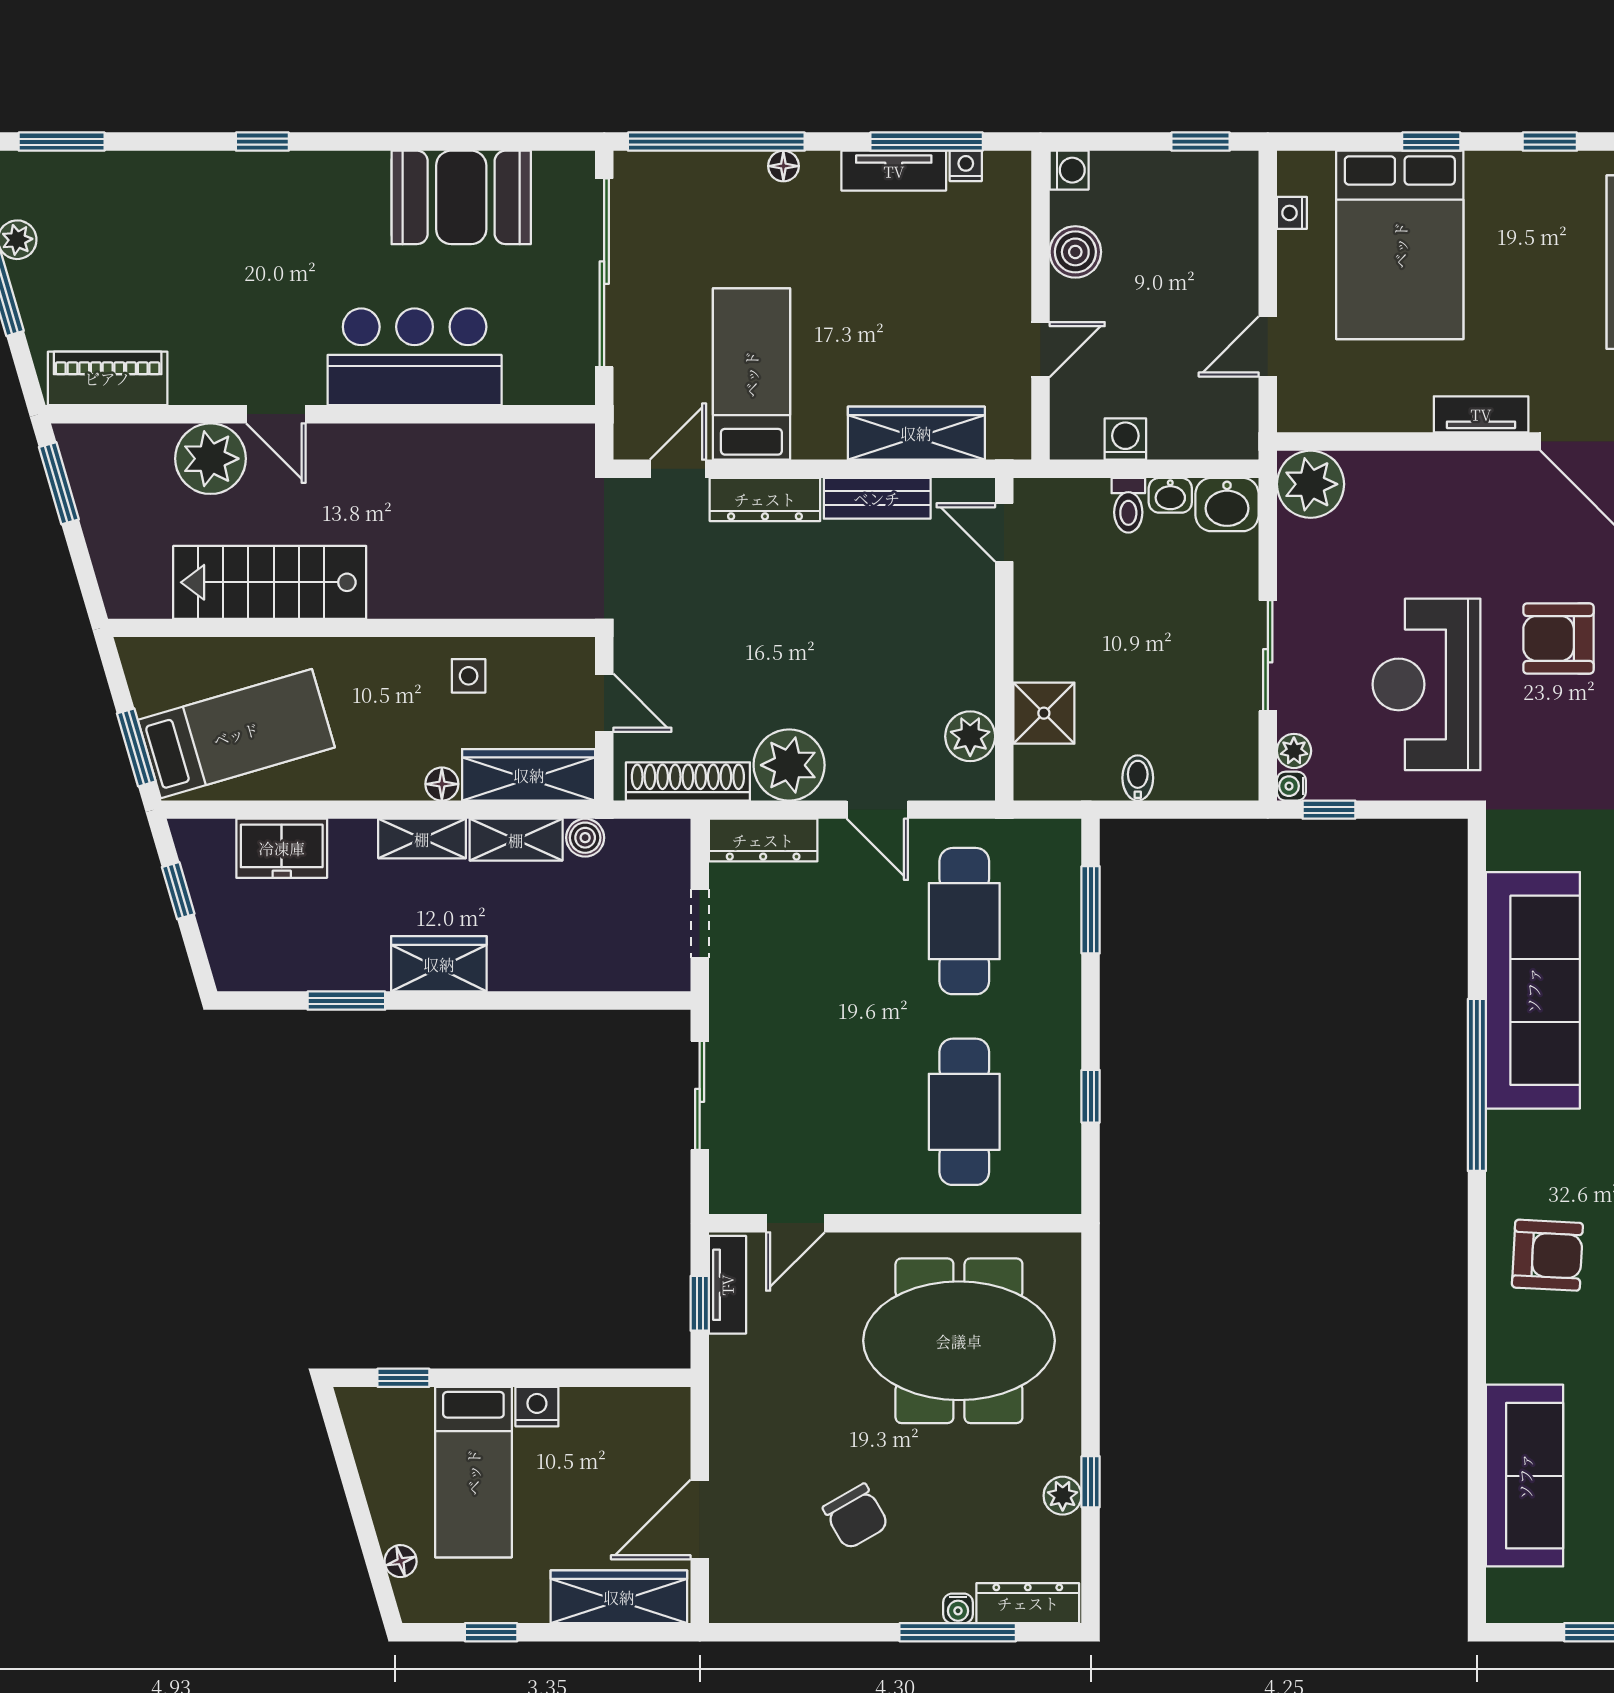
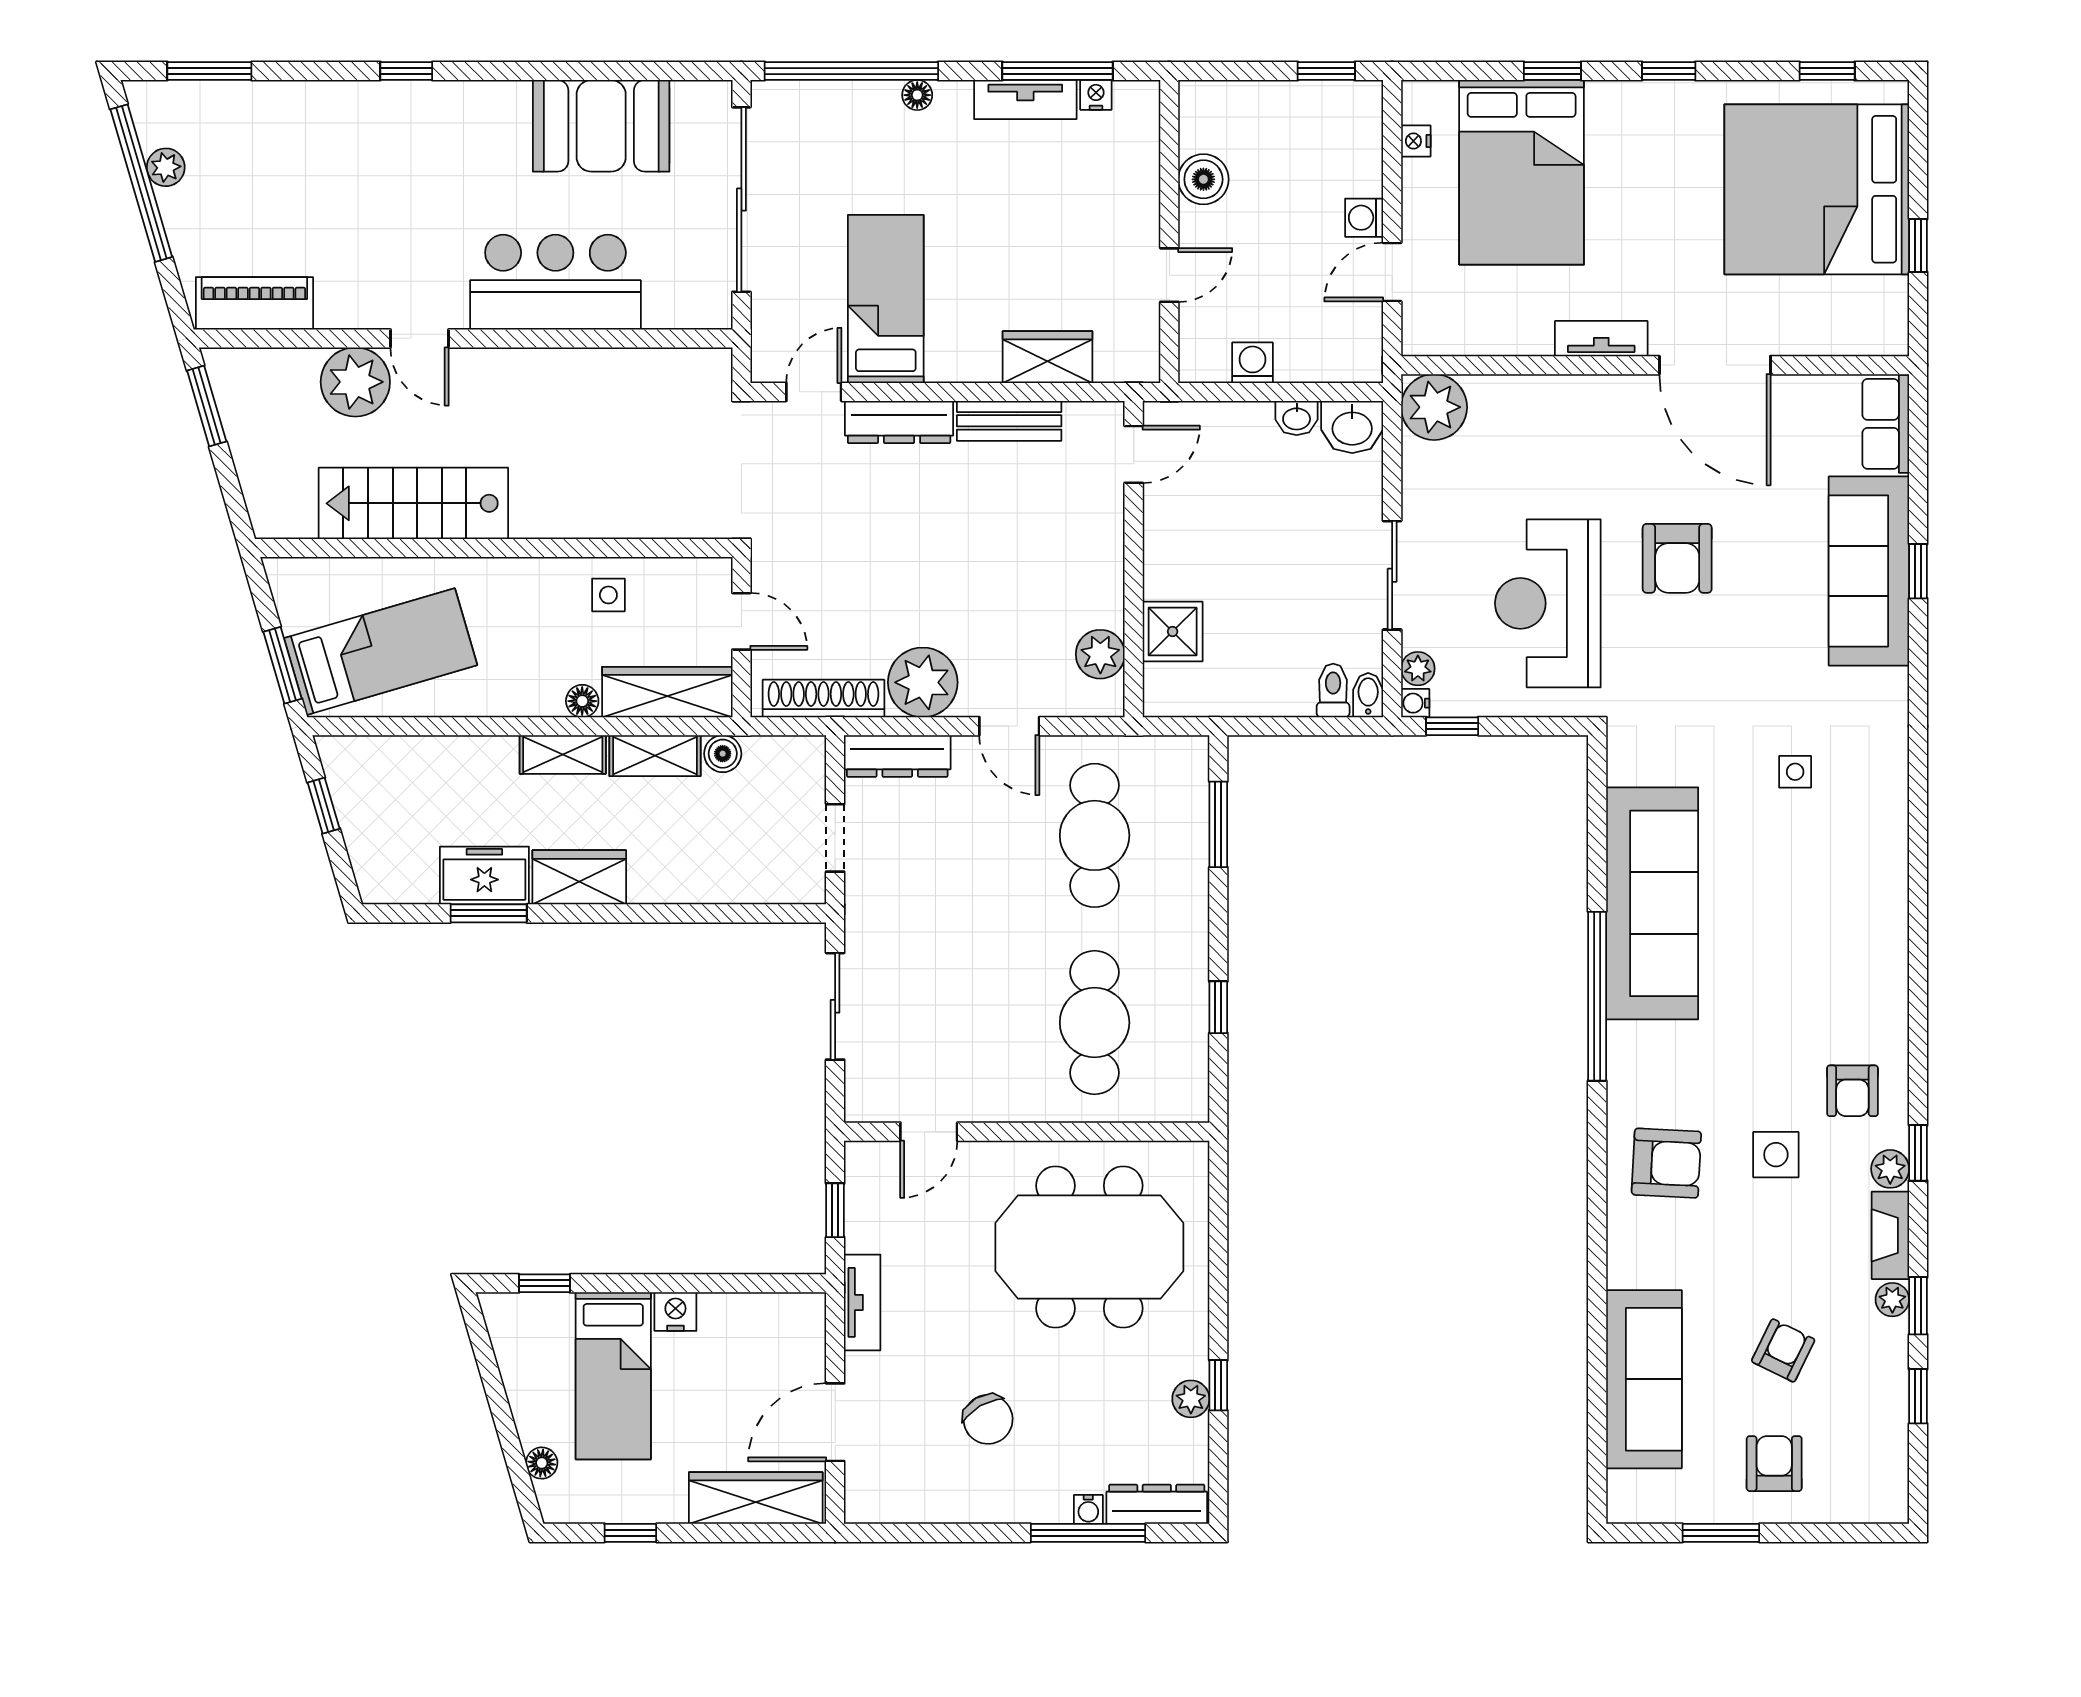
washing machine: (1069, 170) -> (1364, 218), moved, turned 180
wardrobe: (916, 433) -> (1047, 357), width x0.67
toilet: (1128, 505) -> (1333, 690), moved, turned 180
door: (1004, 532) -> (1134, 454), swing flipped
armchair: (1558, 638) -> (1677, 558), turned -90
bidet: (1138, 778) -> (1368, 695), moved
freezer: (282, 848) -> (484, 876), moved, turned 180
tv unit: (727, 1285) -> (862, 1302), moved

